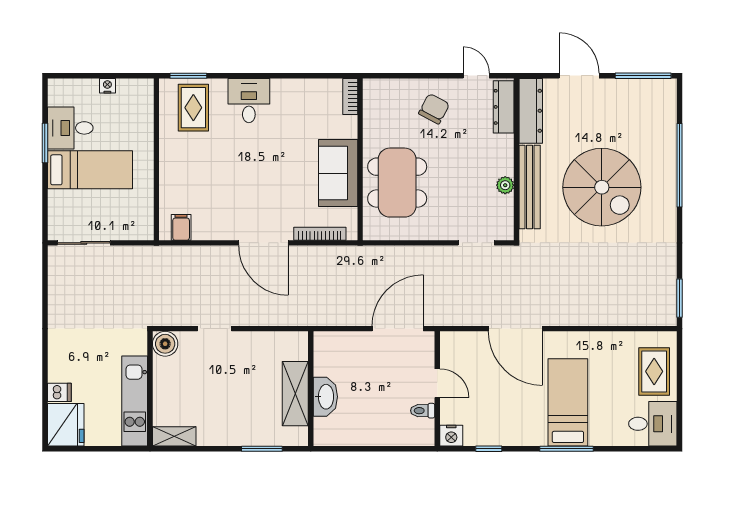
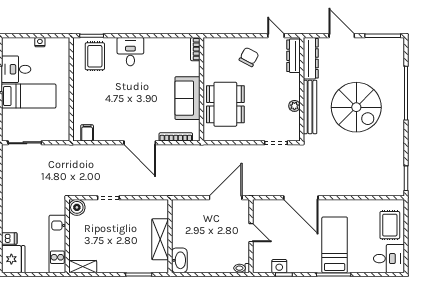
washbasin: (325, 397) -> (179, 260), moved
toilet: (423, 411) -> (242, 268), moved
nightstand: (451, 436) -> (279, 266), moved

